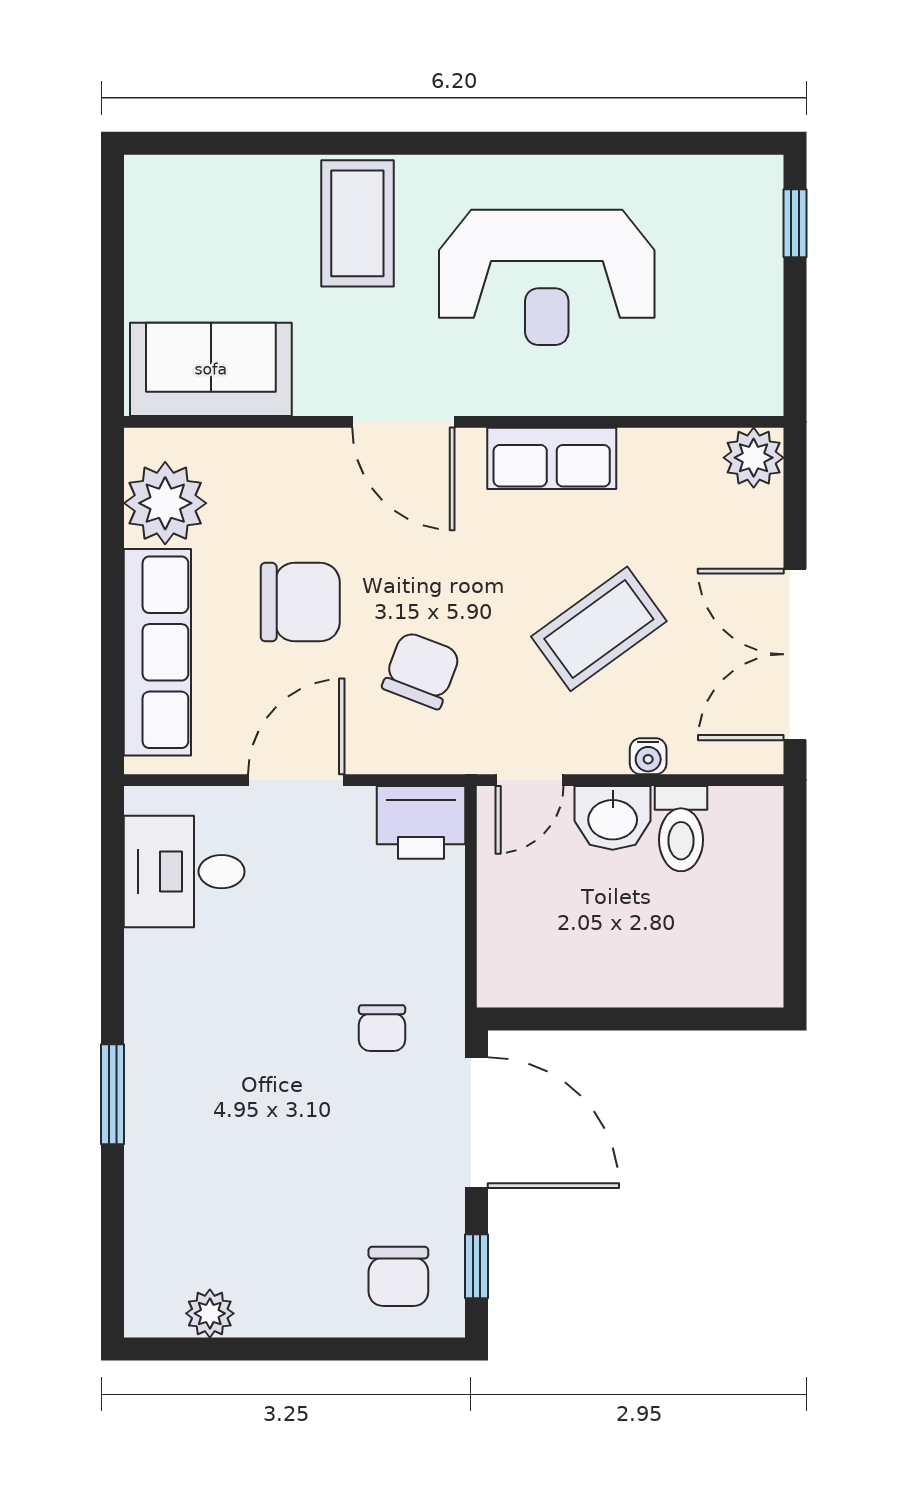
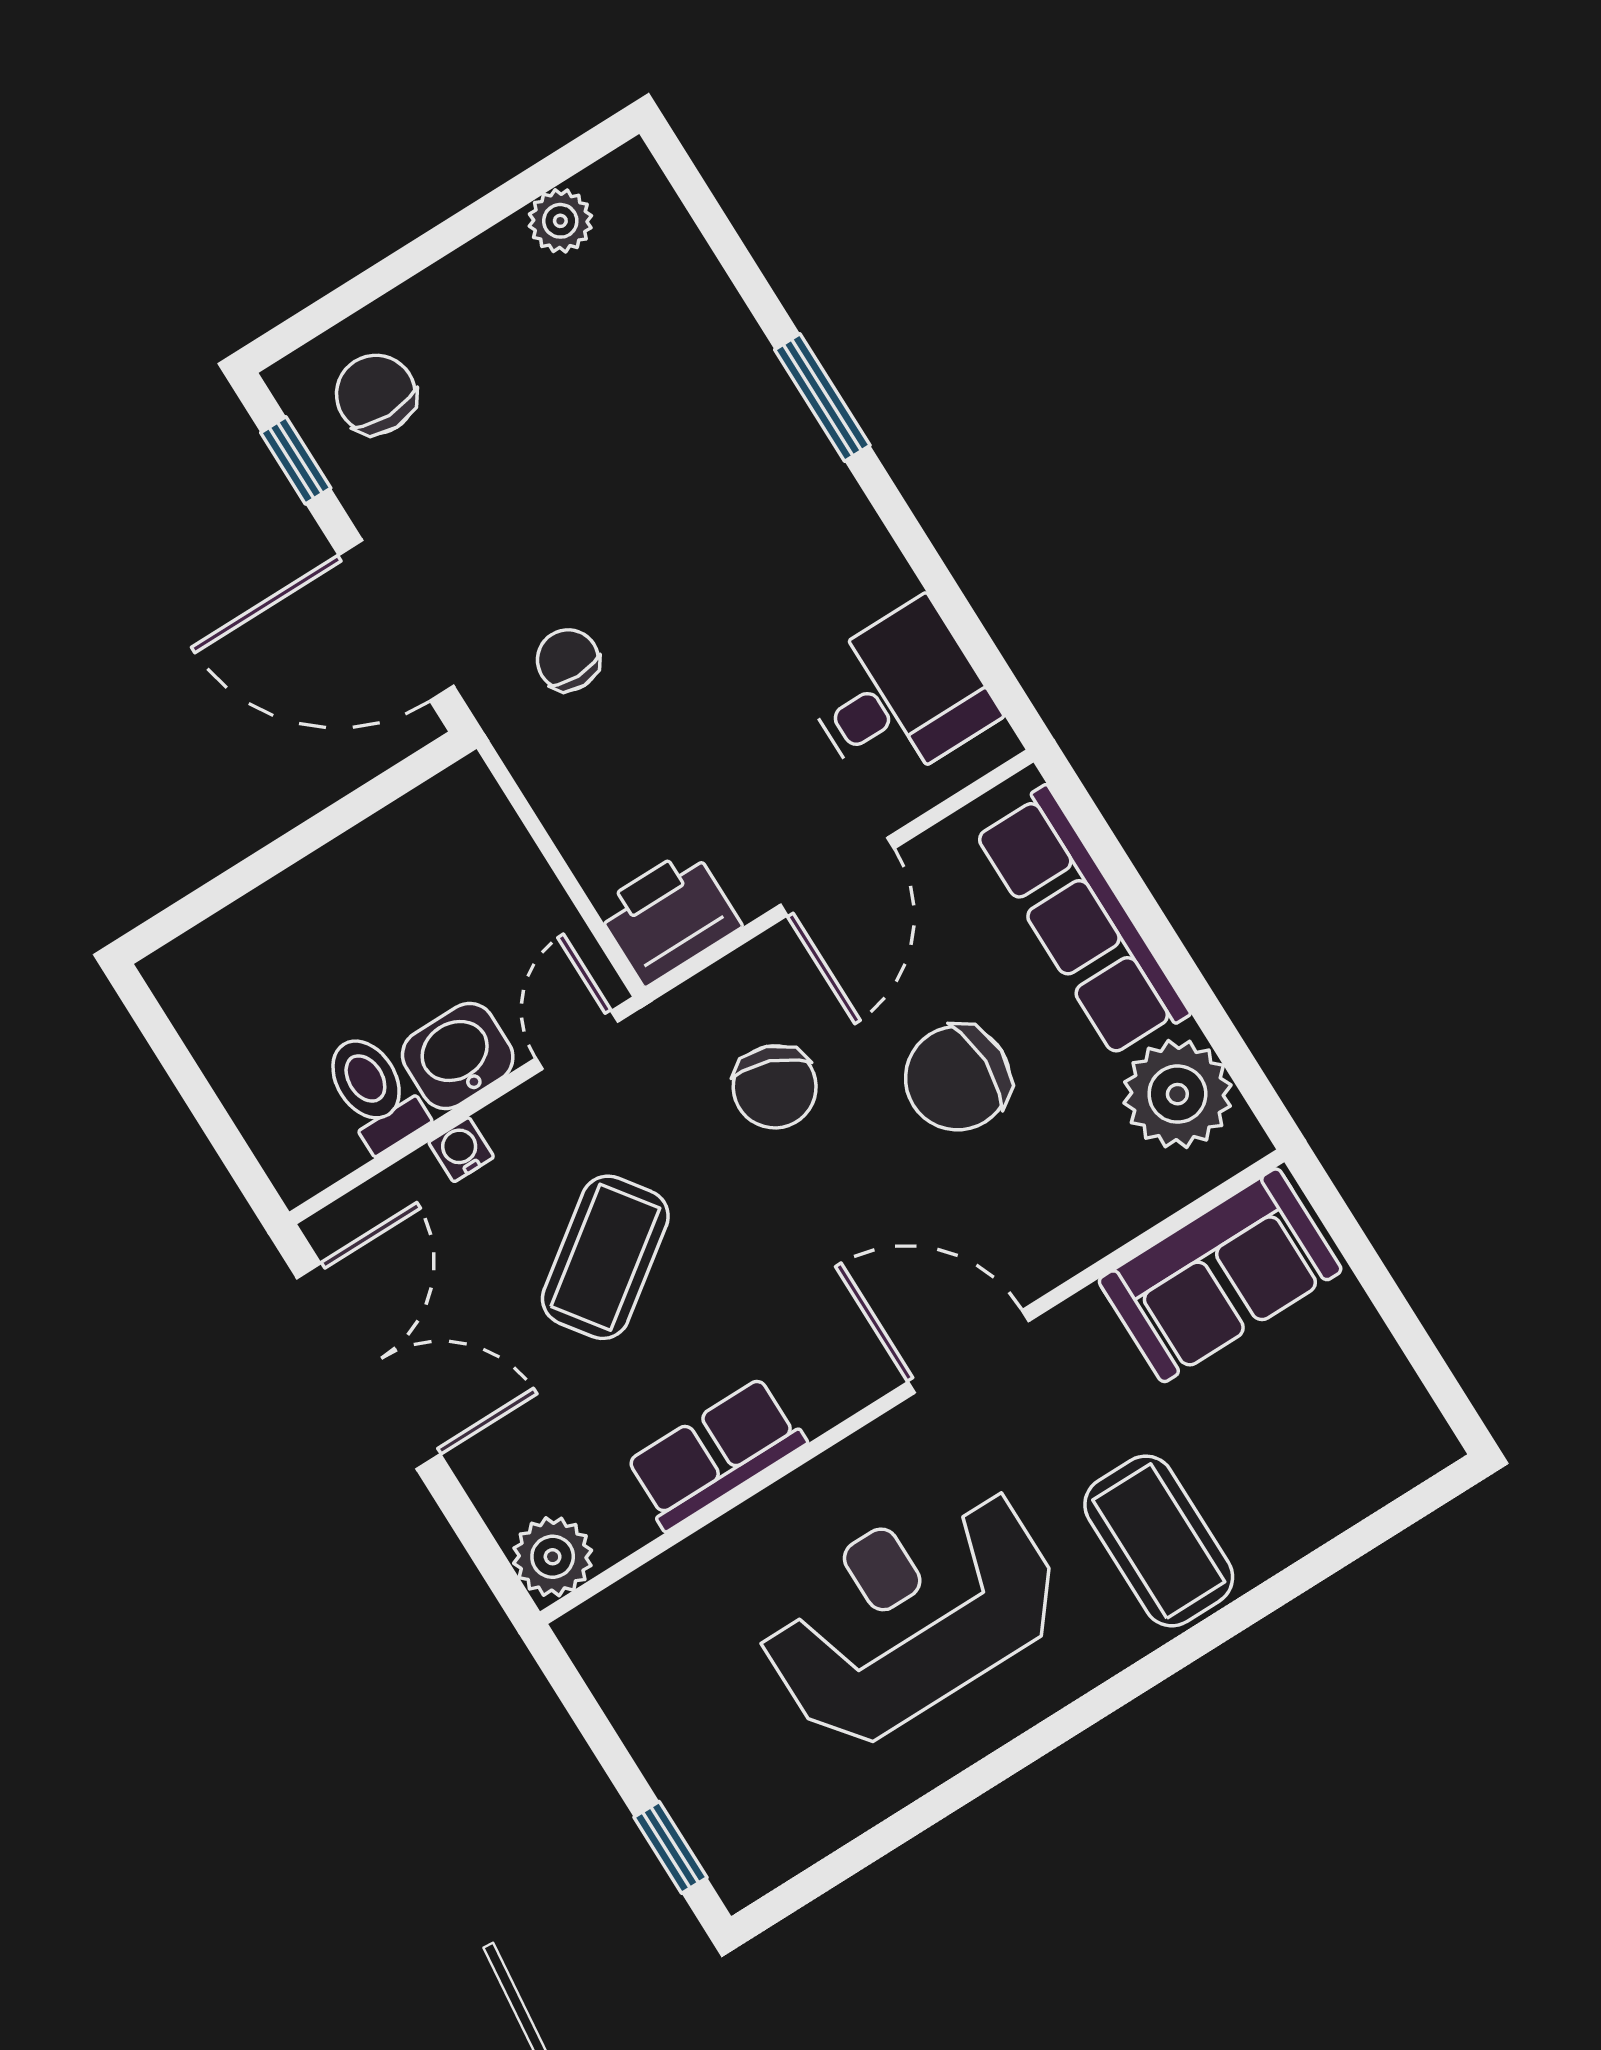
row of seats: (552, 458) -> (715, 1454), moved

